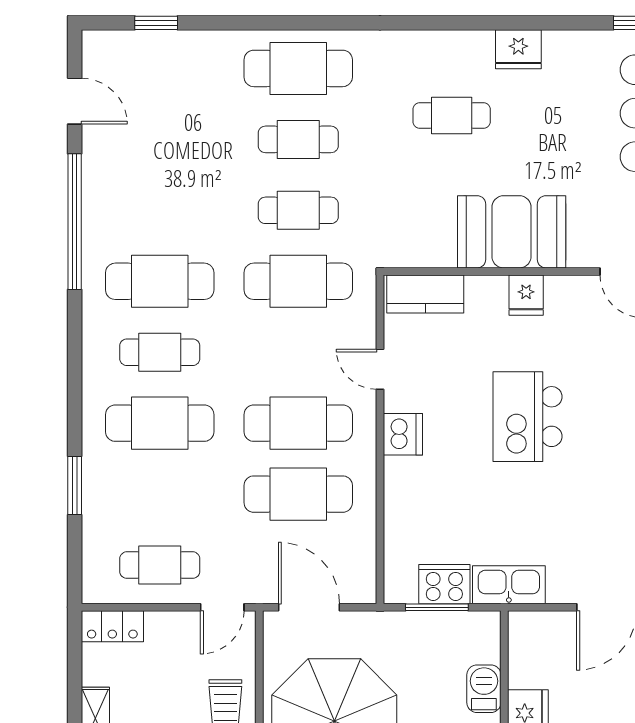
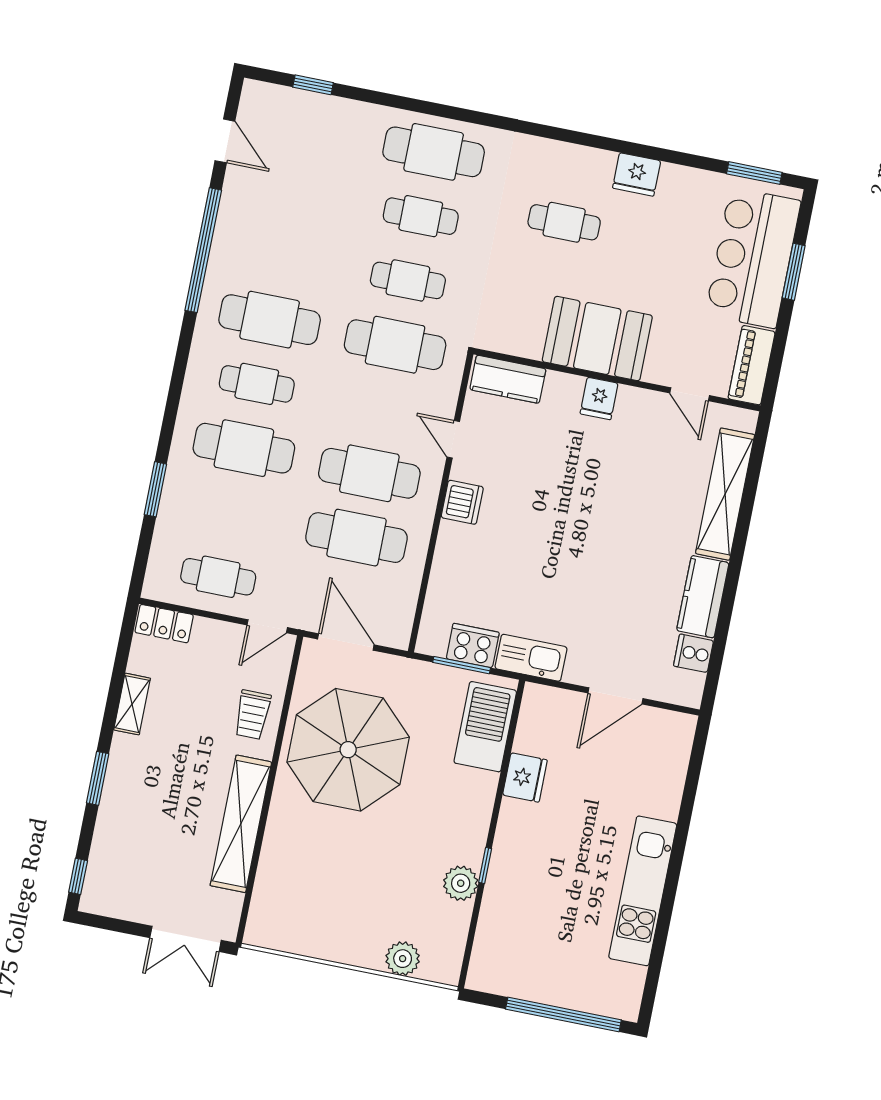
kitchen island: (527, 417) -> (578, 509), removed
barbecue: (484, 689) -> (485, 727), width x1.88, depth x1.53

